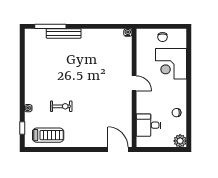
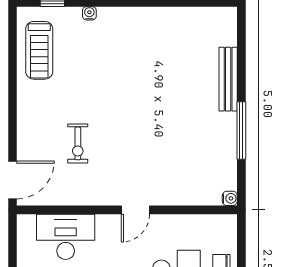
window: (50, 26) -> (241, 130), moved
exercise bike: (61, 106) -> (78, 143), moved
desk: (149, 125) -> (66, 237), width x1.37

